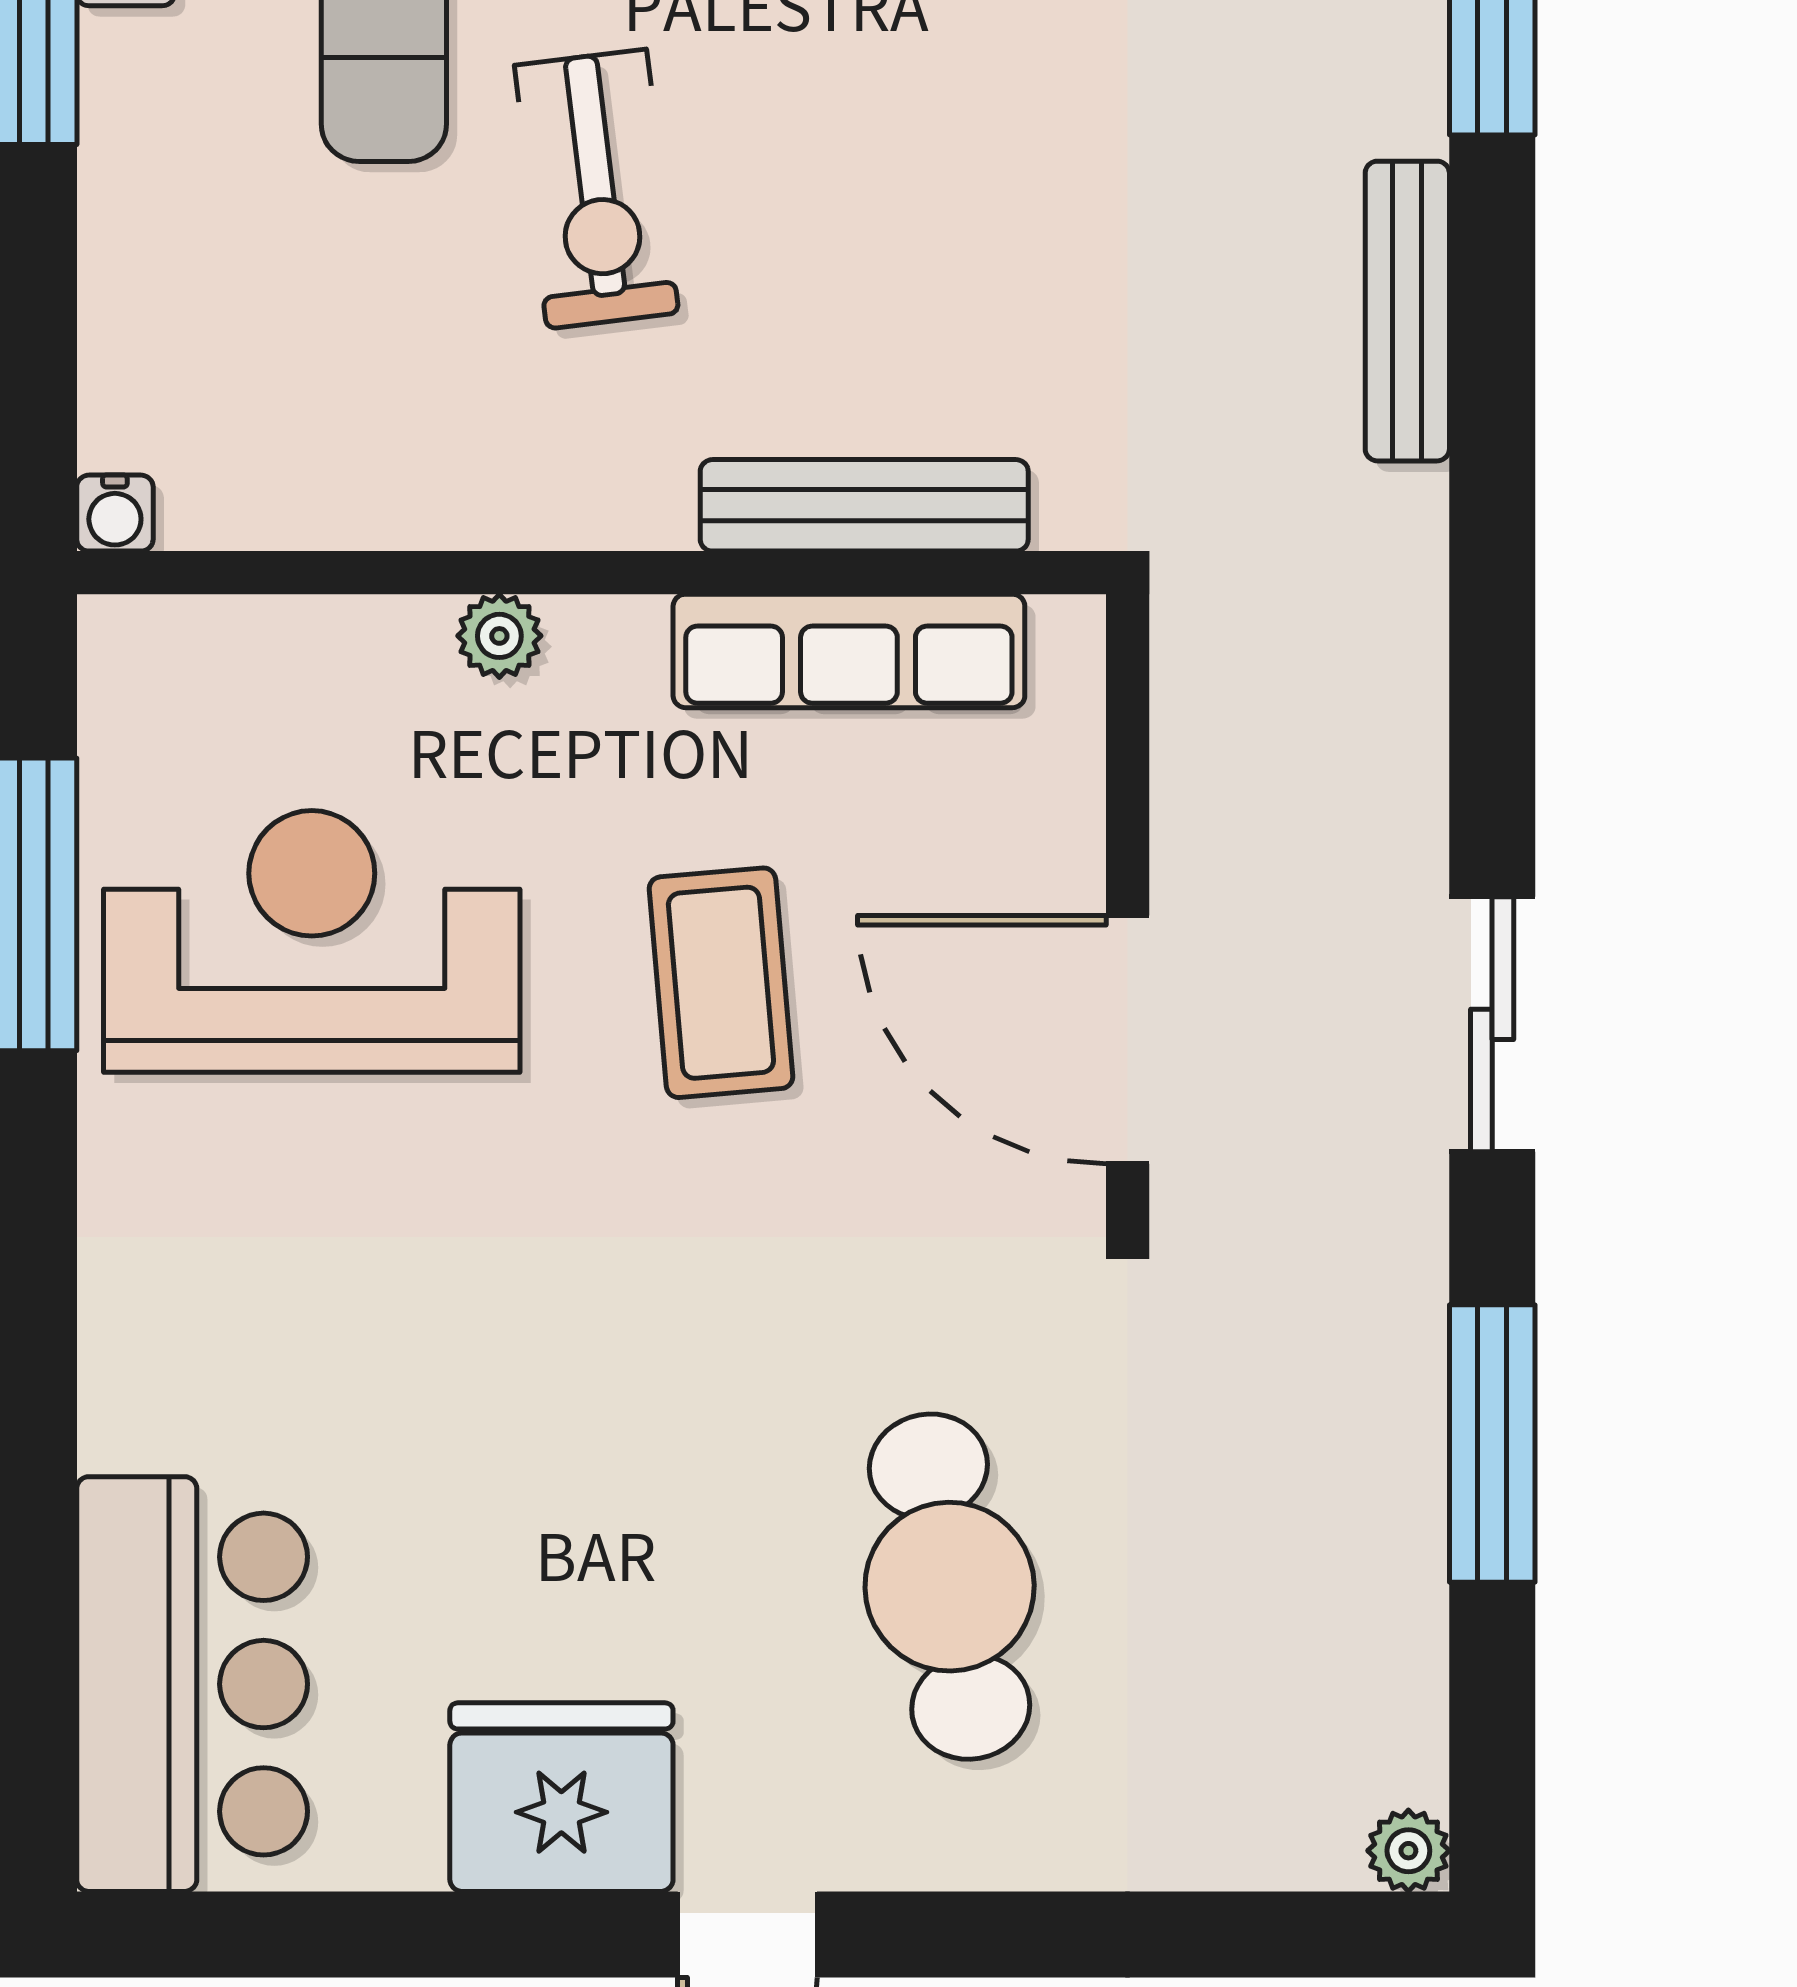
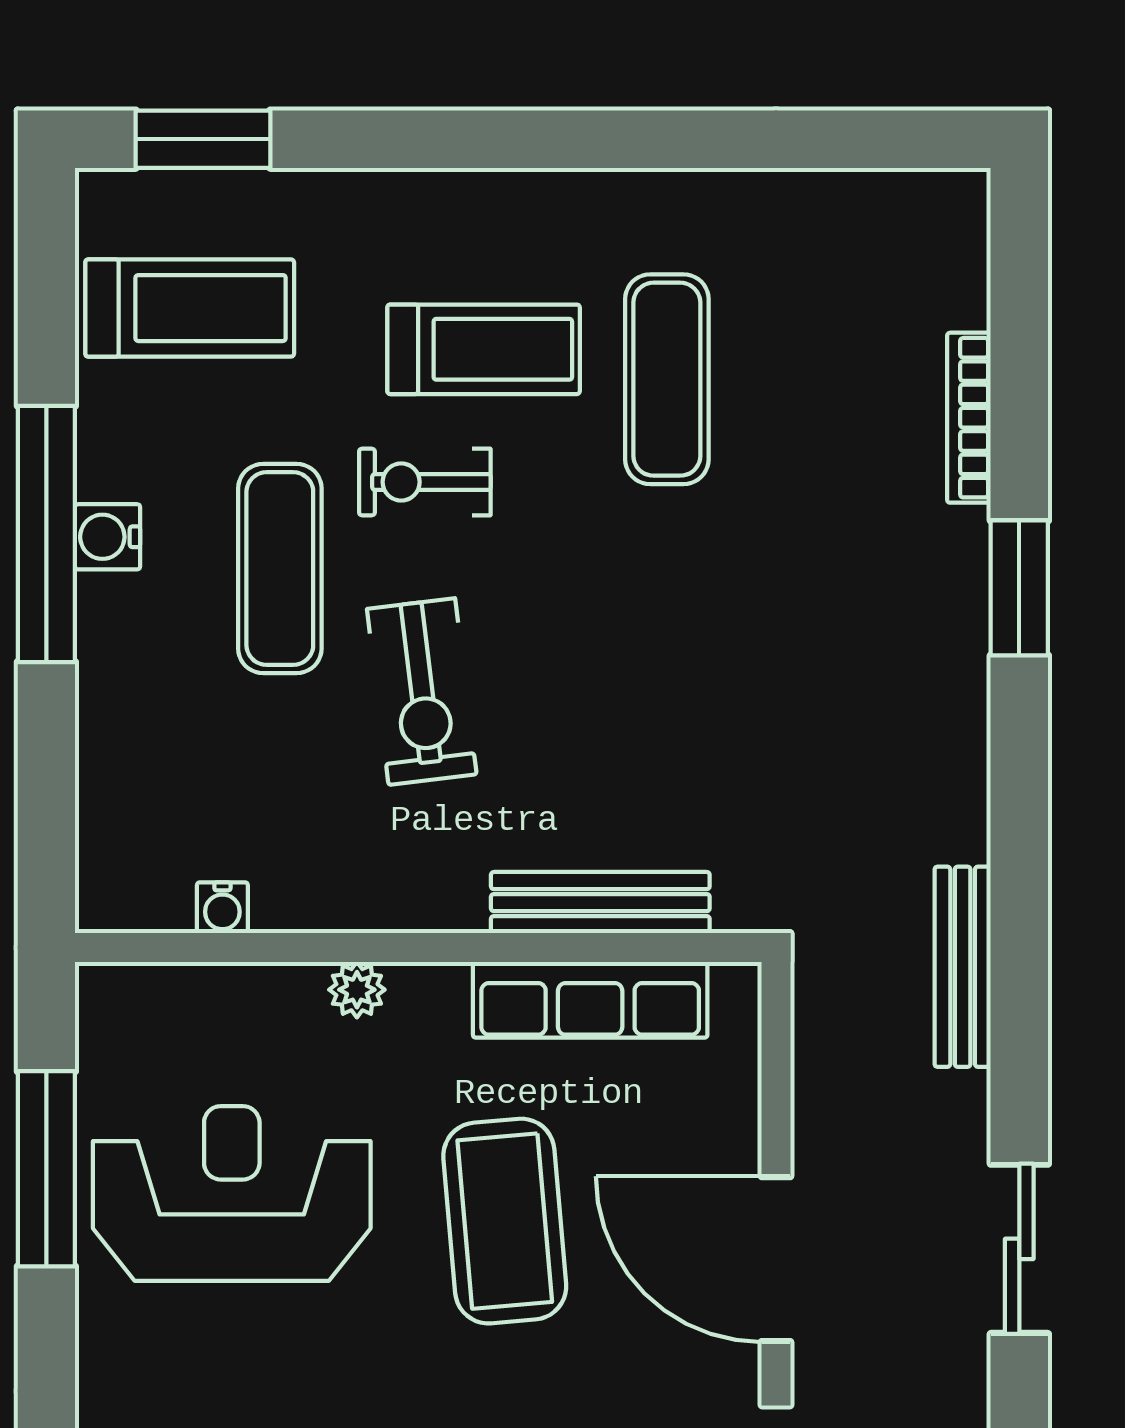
bench: (1407, 311) -> (963, 967), moved
water cooler: (115, 513) -> (222, 908), moved
coffee table: (721, 983) -> (505, 1221), width x1.36, depth x1.32

